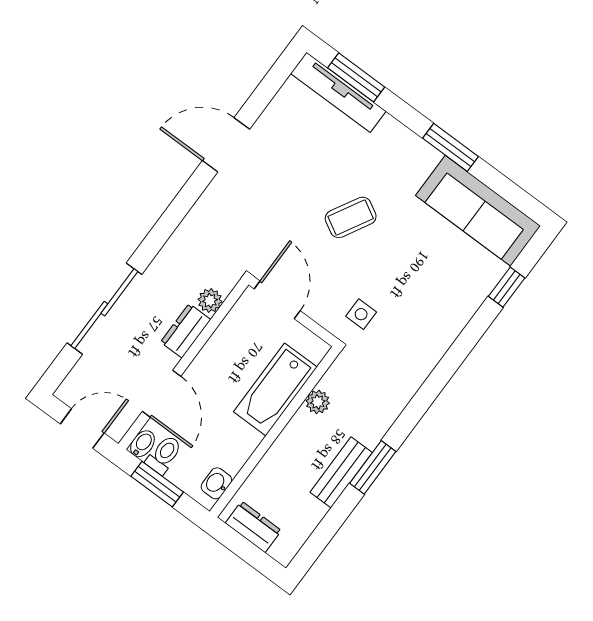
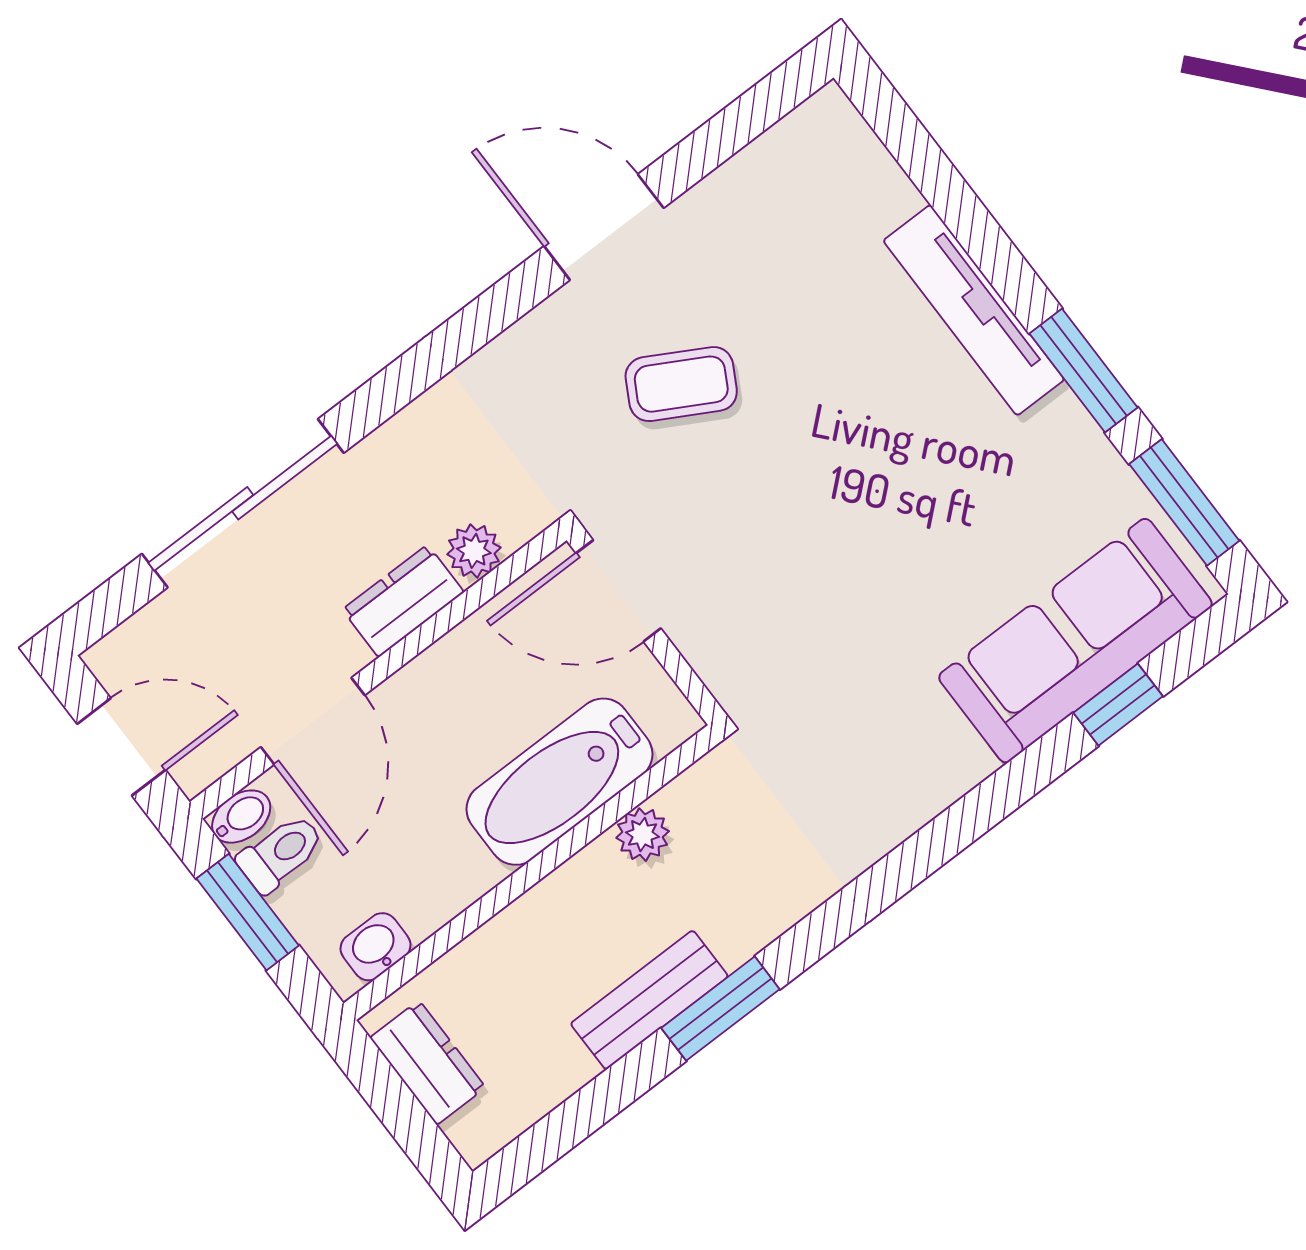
window: (356, 77) -> (1184, 502), moved
tv unit: (338, 92) -> (974, 310), moved
sofa: (478, 211) -> (1075, 641), moved, turned 90
coffee table: (351, 217) -> (681, 384), moved
door: (277, 300) -> (618, 591), swing flipped
side table: (361, 314) -> (789, 673), removed

